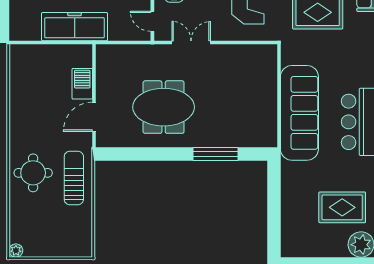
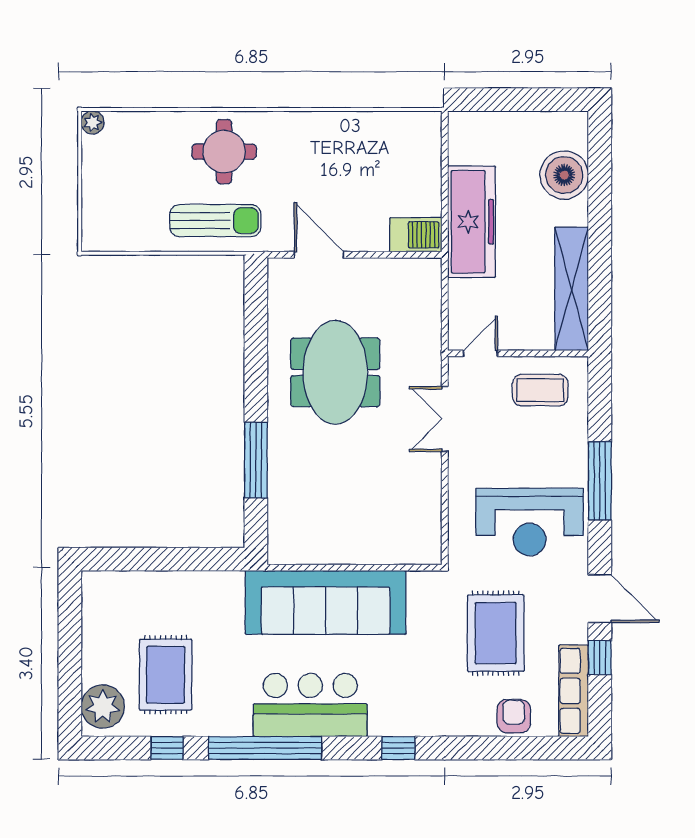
double door: (191, 42) -> (445, 419), swing flipped
barbecue: (82, 84) -> (416, 235), moved

